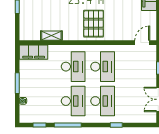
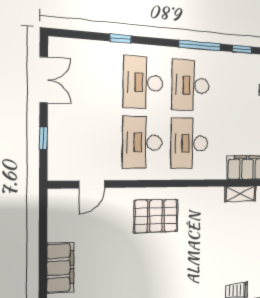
pallet: (94, 24) -> (156, 216), turned 90
shelving: (51, 36) -> (240, 194), moved
door: (142, 43) -> (92, 184), moved

